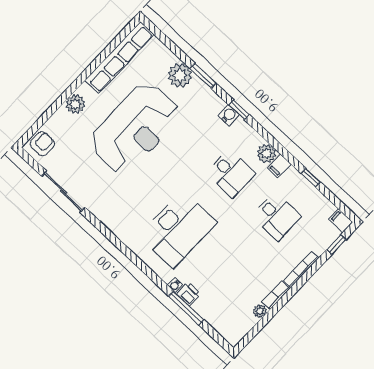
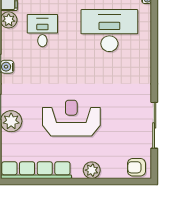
reception desk: (135, 128) -> (71, 118), width x0.74, depth x0.77

